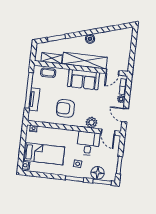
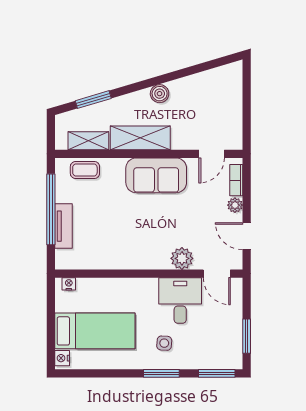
shelving: (85, 61) -> (140, 138), width x0.68
armchair: (65, 108) -> (127, 237), removed
floor lamp: (98, 173) -> (206, 356), removed

